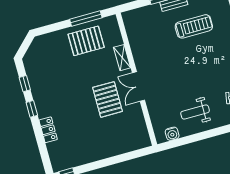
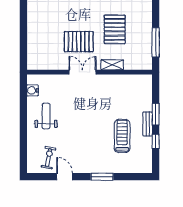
treadmill: (194, 26) -> (122, 136), turned 180
pallet: (86, 41) -> (115, 29), moved

